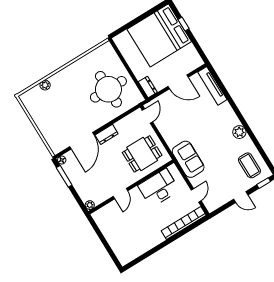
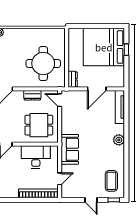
door: (178, 82) -> (97, 89), hinge flipped
door: (147, 116) -> (60, 100), swing flipped
plant: (239, 132) -> (119, 140), moved
dresser: (107, 134) -> (32, 95), moved

